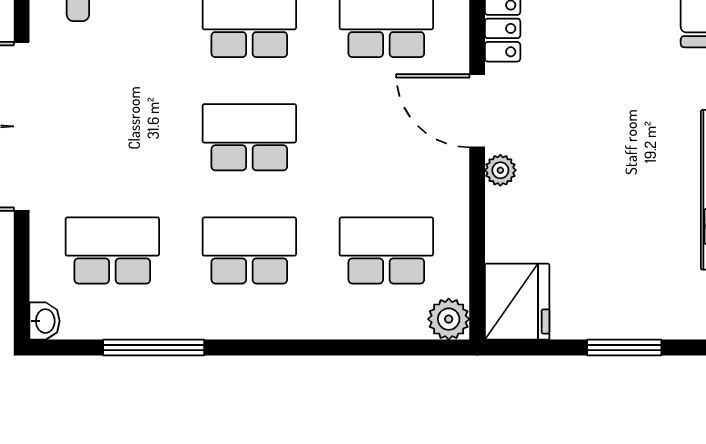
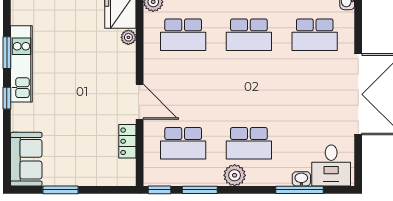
school desk: (249, 137) -> (249, 89), removed
plant: (500, 170) -> (128, 37), moved

